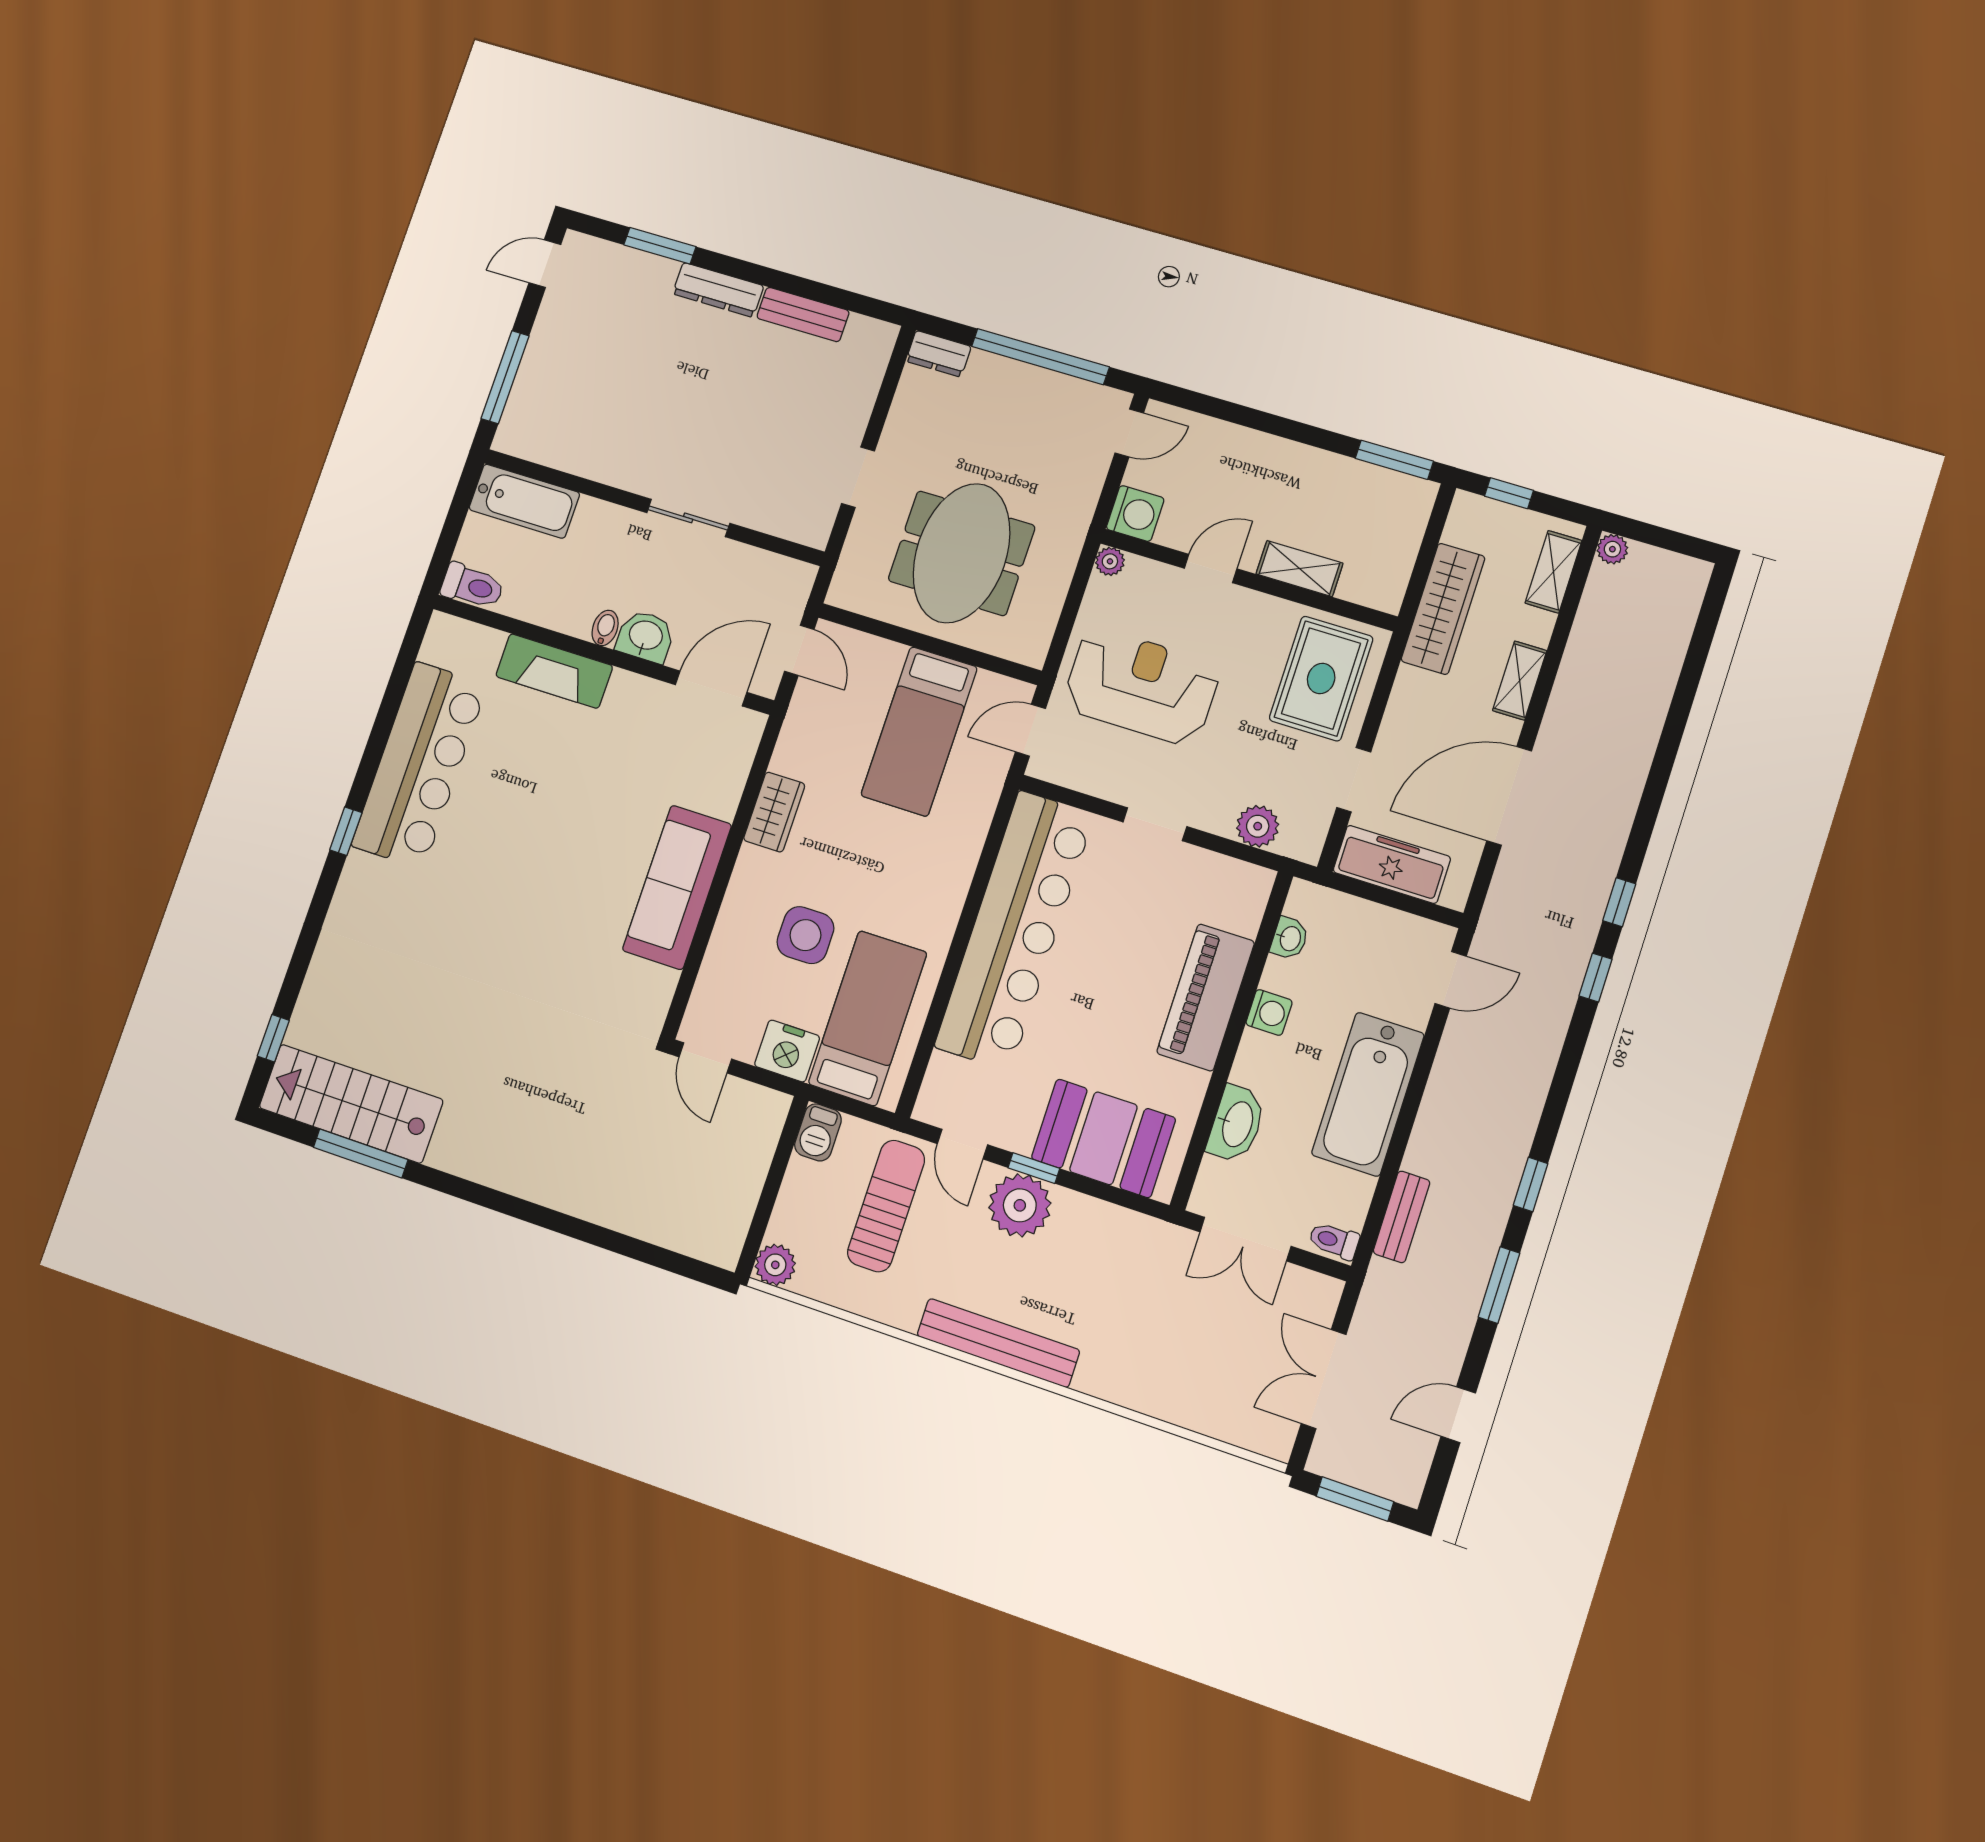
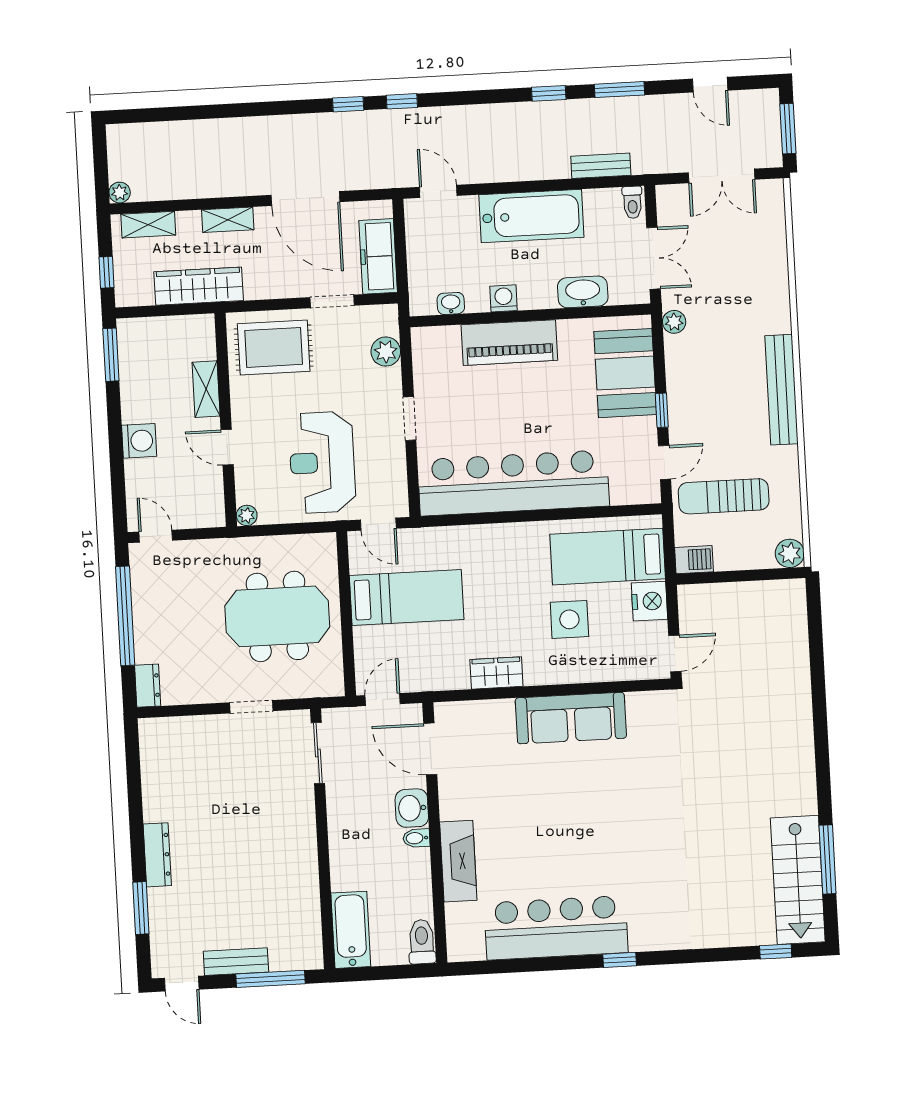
bench: (803, 315) -> (236, 962), moved, turned 90
washing machine: (1135, 514) -> (139, 441), moved, turned 90
sliding door: (688, 518) -> (318, 753), moved
plant: (1020, 1205) -> (674, 322), moved, width x0.53, depth x0.53

